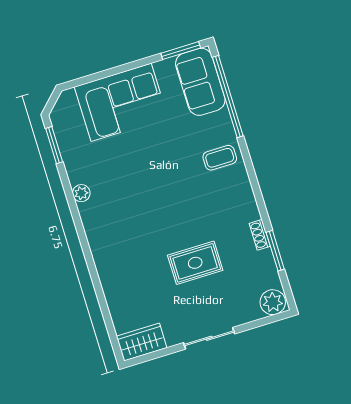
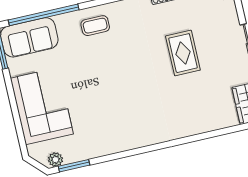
coffee table: (220, 158) -> (95, 26), turned 90
plant: (81, 193) -> (55, 160), moved

